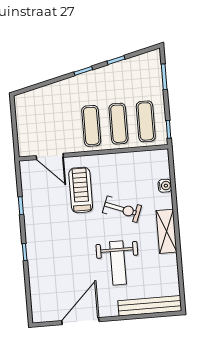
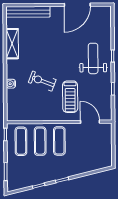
water cooler: (165, 186) -> (11, 84), moved
shelving: (166, 231) -> (12, 44), moved
weight bench: (118, 263) -> (93, 58), moved

